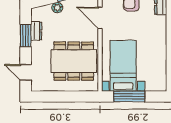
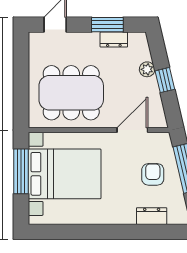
dining table: (74, 61) -> (71, 93), turned 90
bed with nightstands: (123, 66) -> (65, 174), width x1.36

